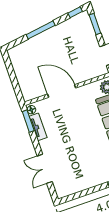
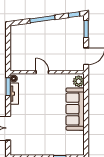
door: (62, 91) -> (42, 72), width x0.53

